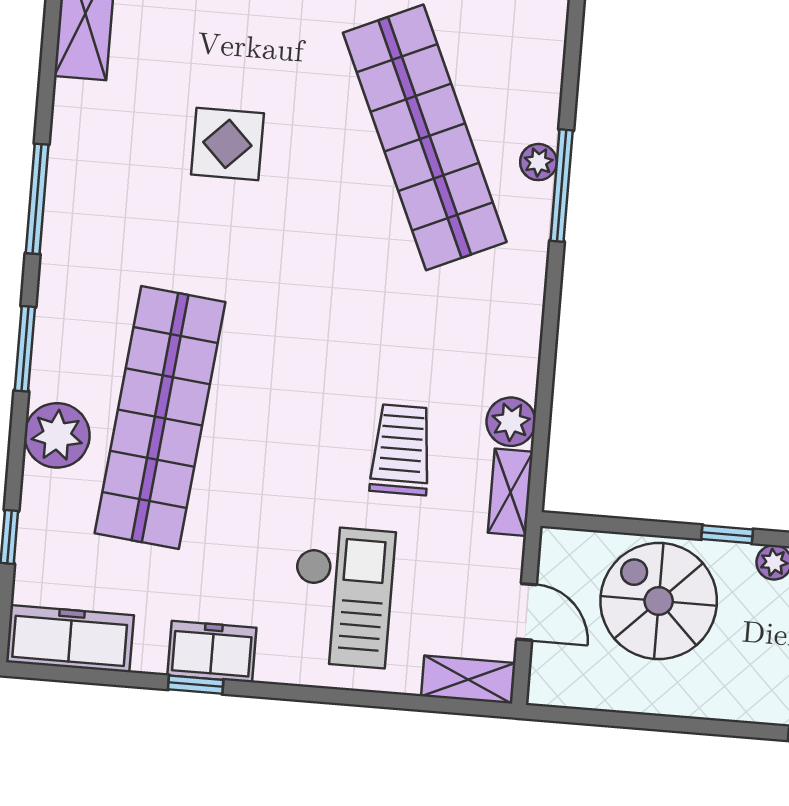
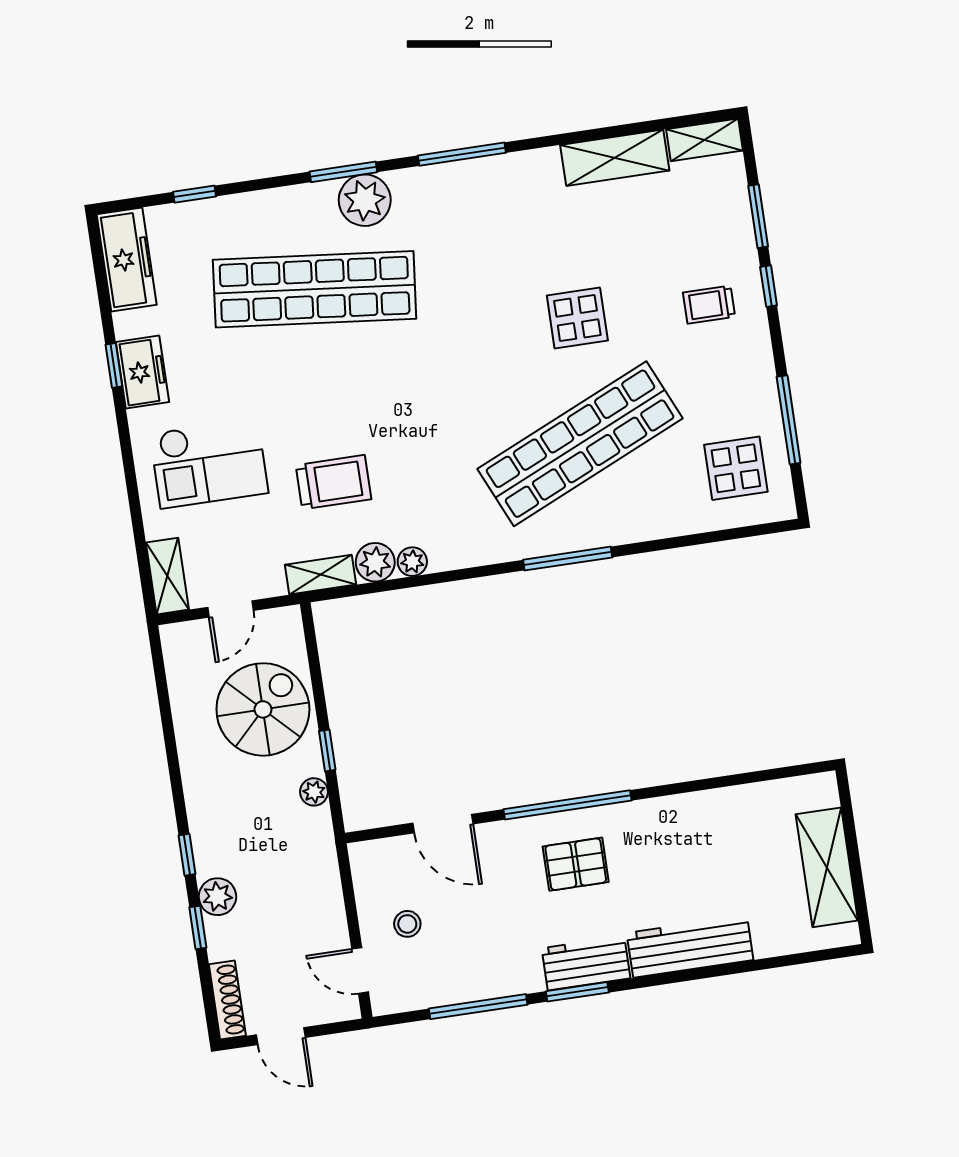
display table: (227, 144) -> (577, 318), moved
plant: (538, 162) -> (412, 562), moved
plant: (57, 435) -> (365, 200), moved

